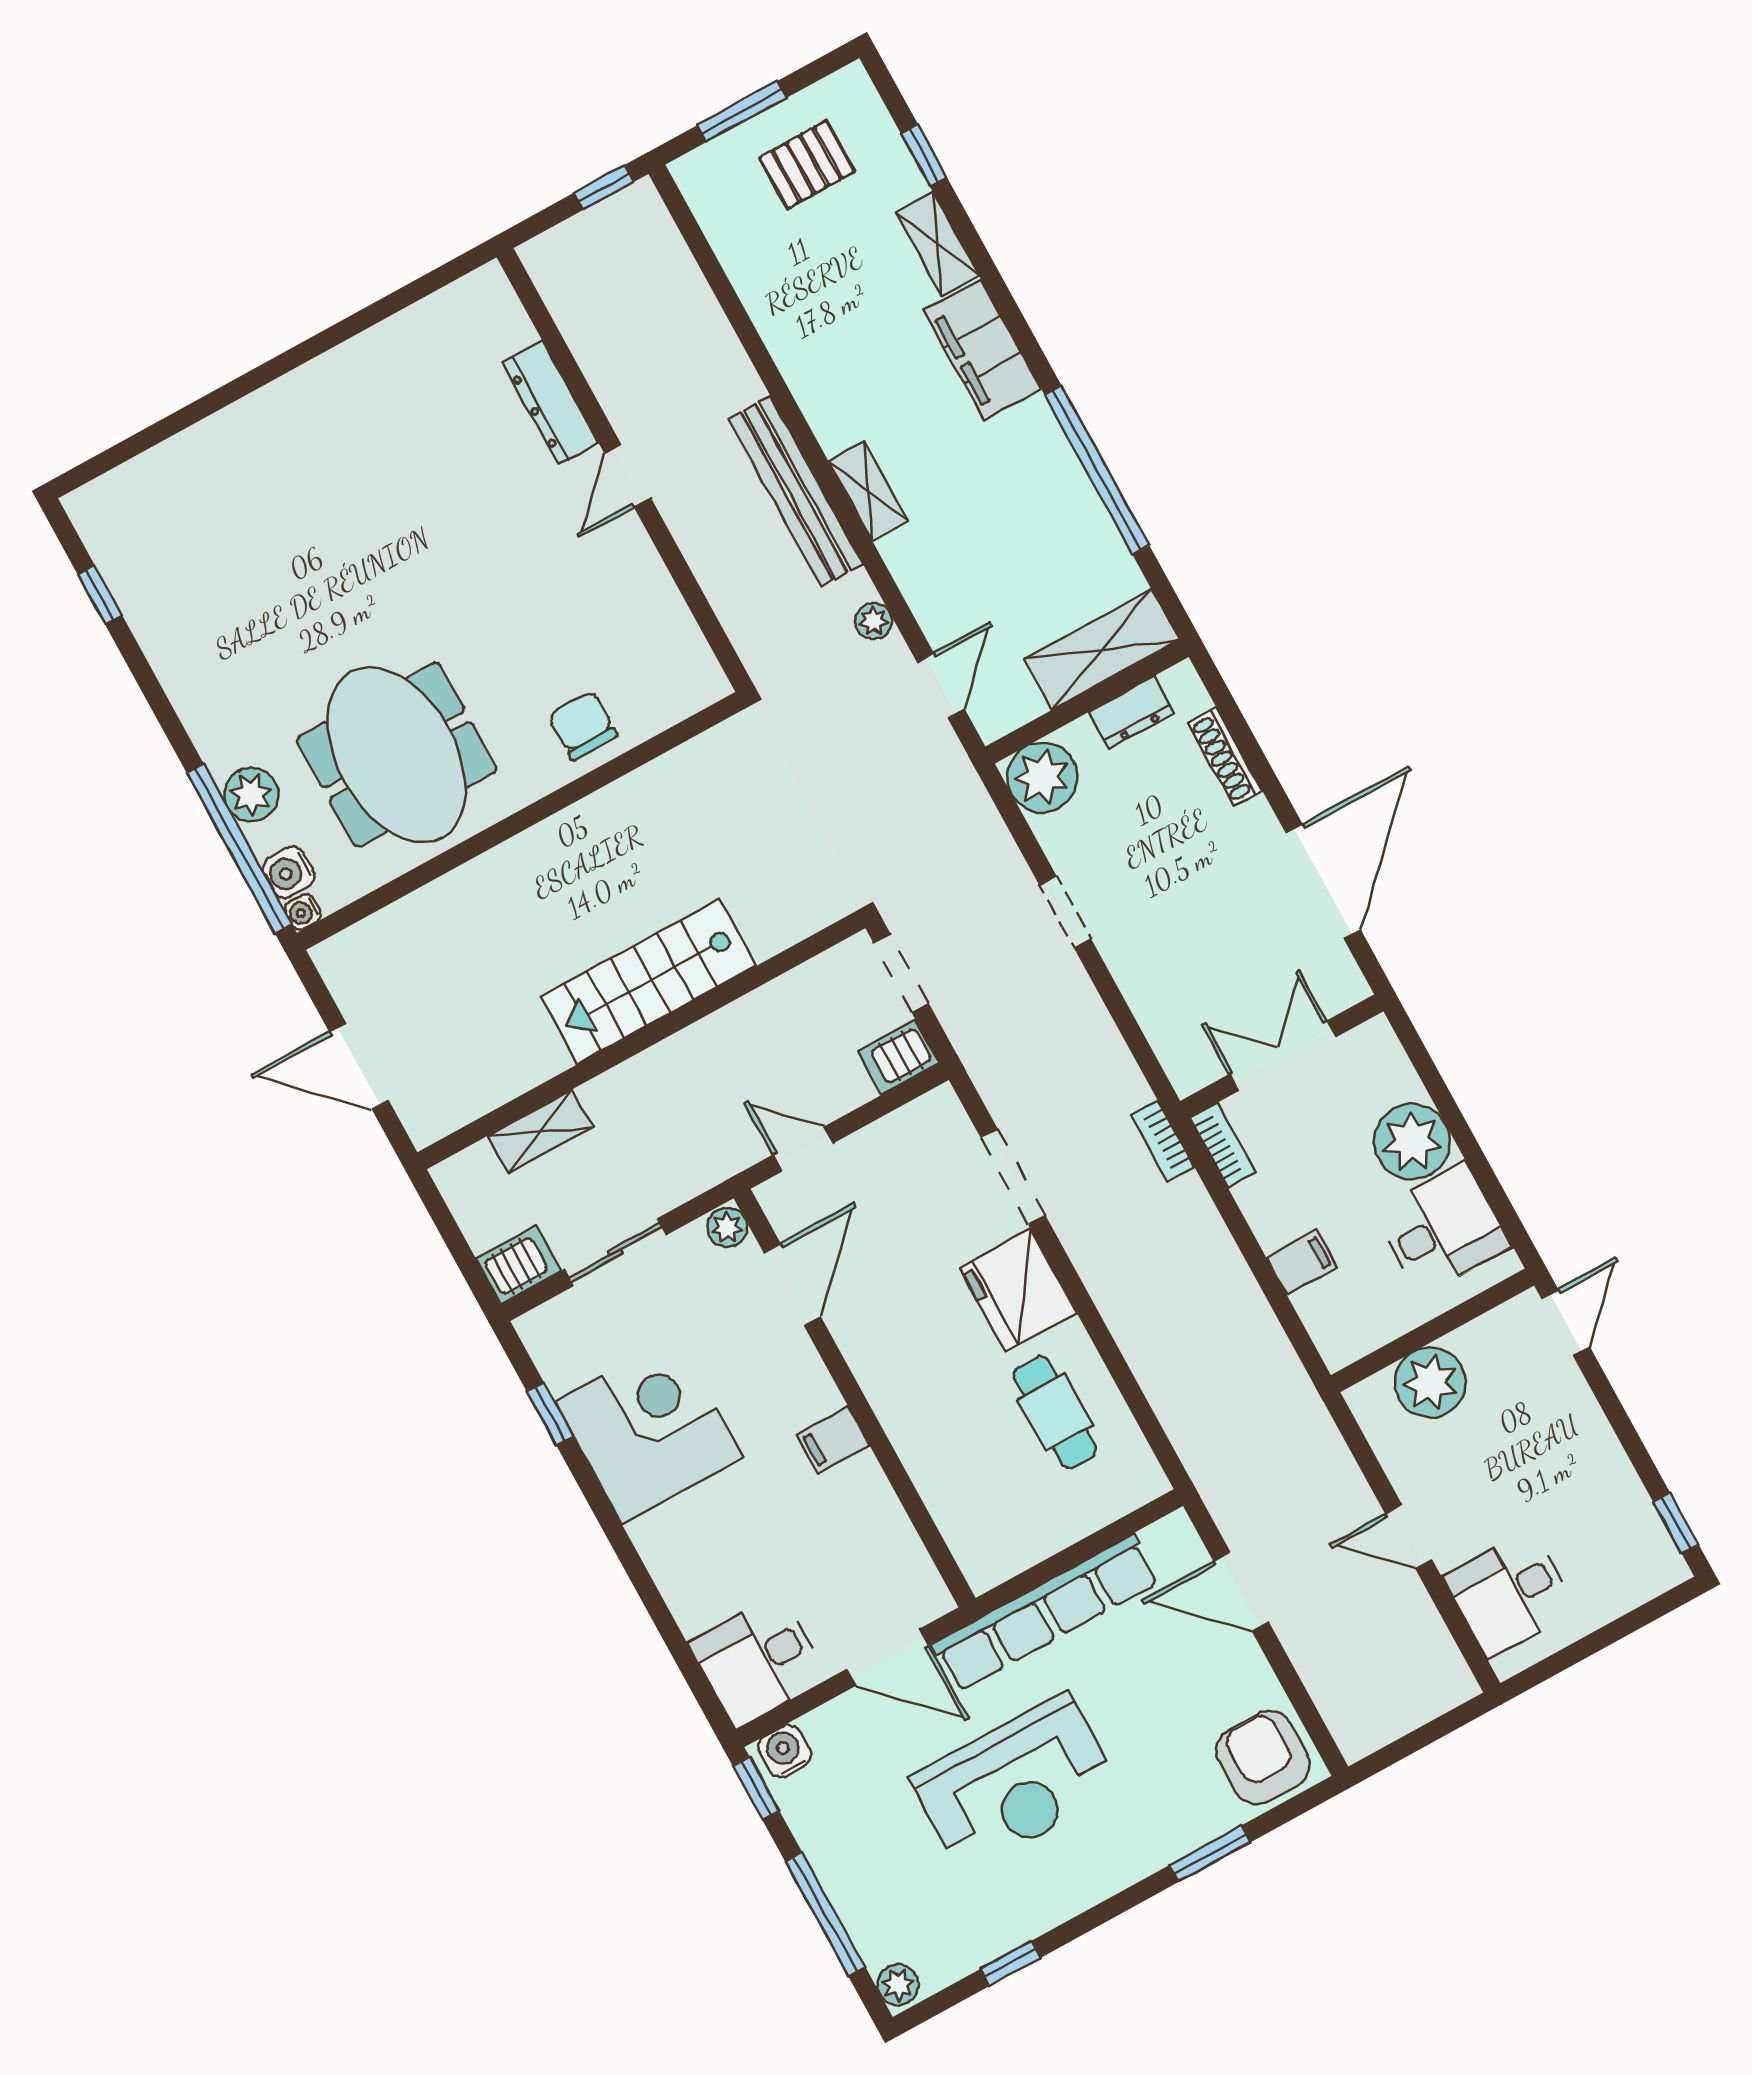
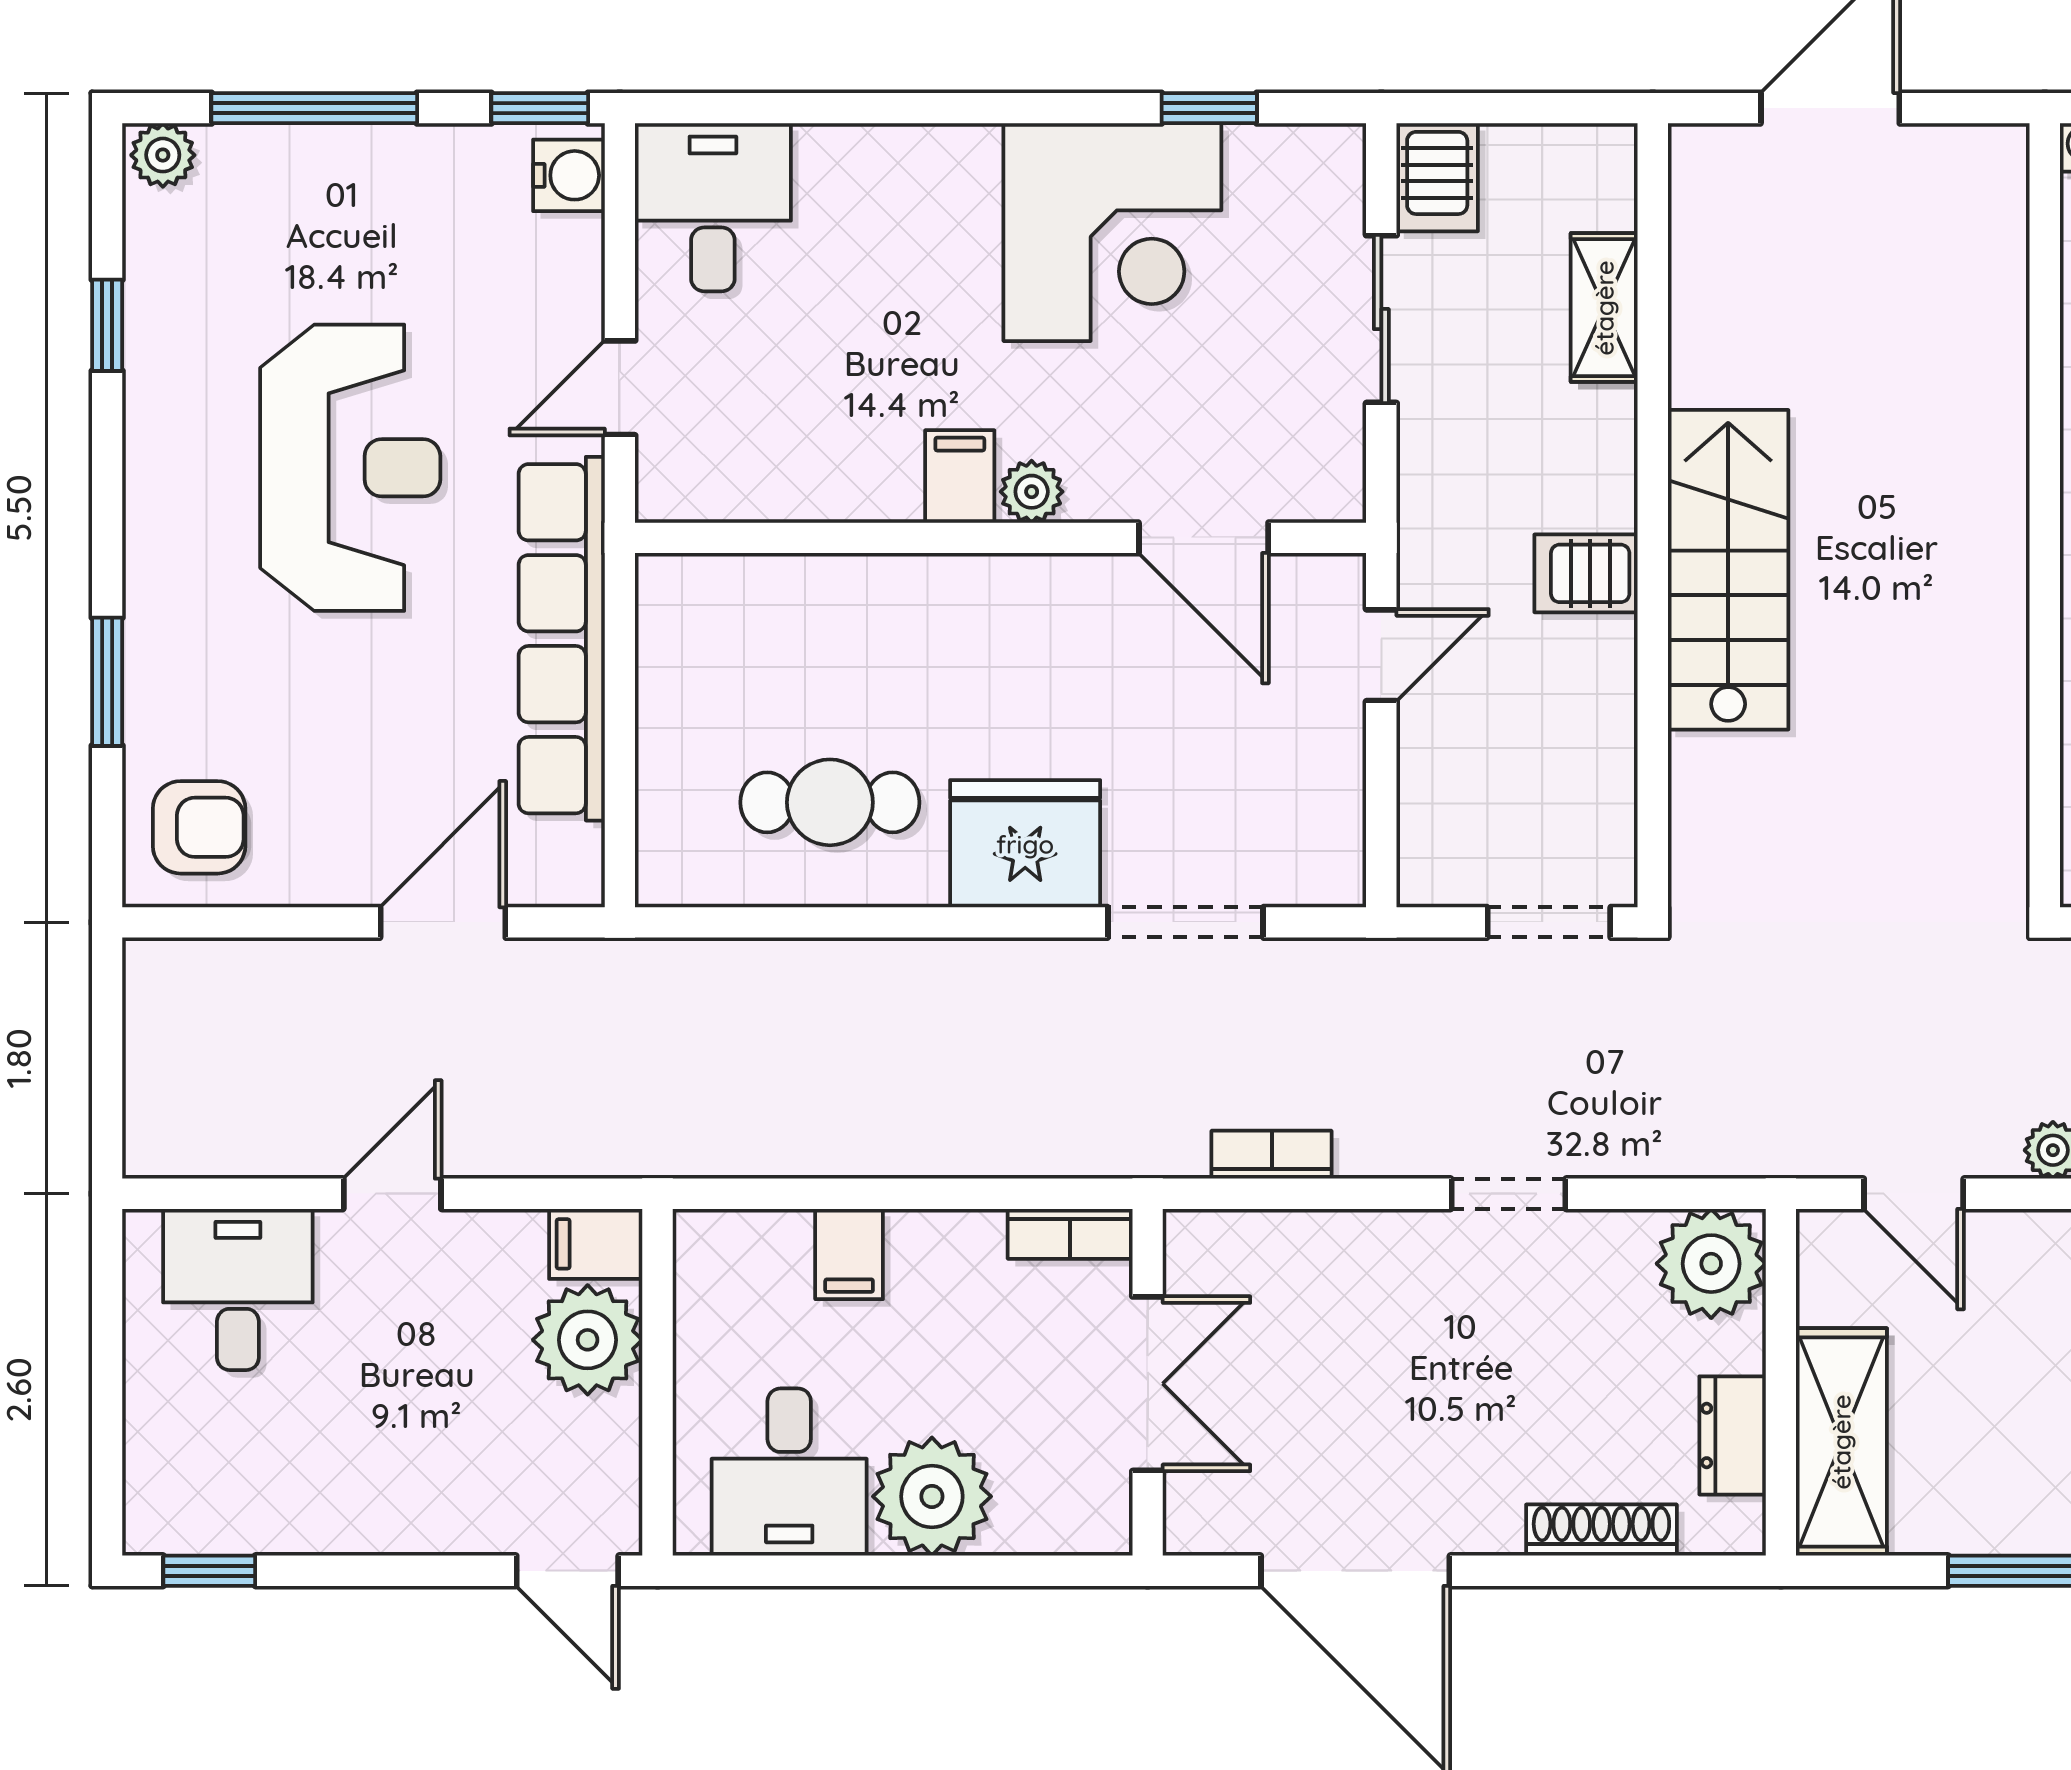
server rack: (899, 1057) -> (1586, 573), moved, turned -90
bookcase: (1163, 1141) -> (1272, 1155), moved
plant: (727, 1228) -> (1032, 492), moved
filing cabinet: (1374, 1407) -> (596, 1244), added
door: (888, 1657) -> (620, 388), width x0.73
armchair: (1263, 1757) -> (199, 827), width x0.72, depth x0.72
reception desk: (1015, 1784) -> (350, 468), turned 180

